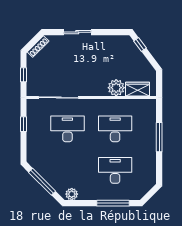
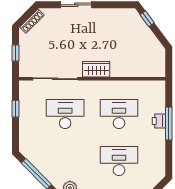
plant: (116, 88) -> (120, 68), removed
wardrobe: (137, 89) -> (96, 69), moved
printer: (150, 135) -> (159, 121), added

